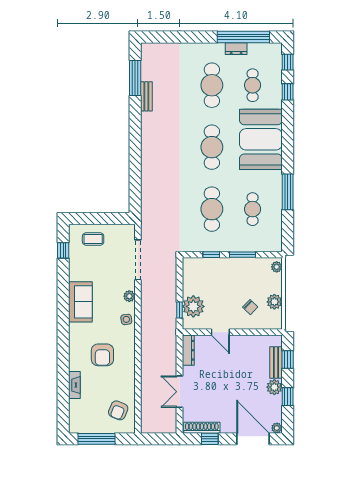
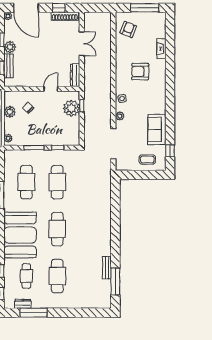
window: (243, 37) -> (33, 313), width x0.68
dresser: (236, 49) -> (23, 304), moved
cafe table: (253, 209) -> (26, 182), width x1.37, depth x1.35
sofa: (80, 302) -> (157, 130), moved
door: (220, 332) -> (51, 89), hinge flipped
armchair: (102, 355) -> (140, 72), turned -90

